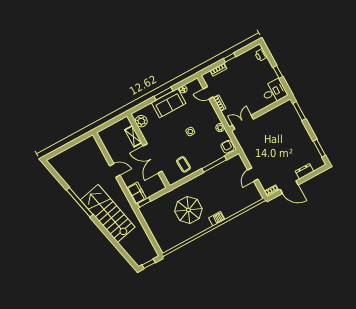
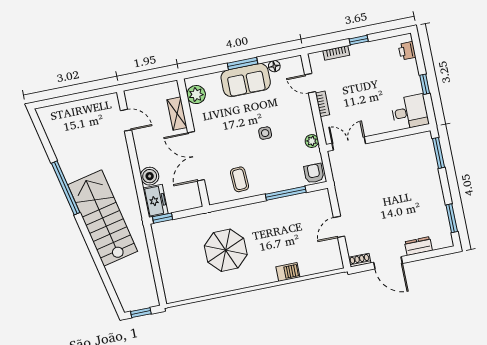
door: (115, 170) -> (126, 120), moved
boiler: (128, 179) -> (150, 176), added
barbecue: (217, 219) -> (288, 272), moved

